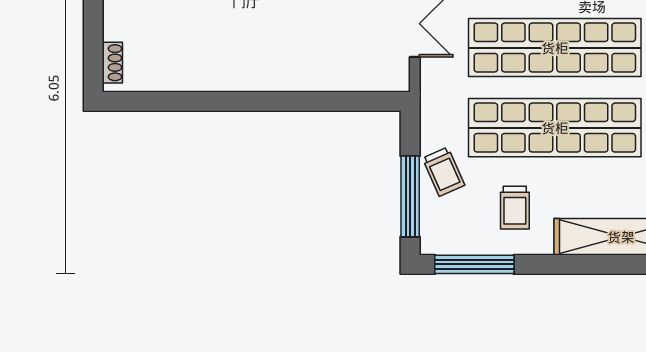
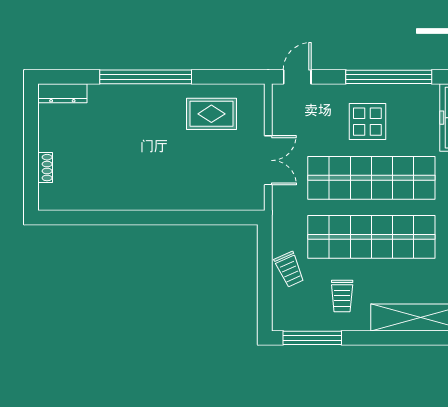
shoe rack: (112, 63) -> (45, 168), moved
window: (410, 196) -> (265, 288), removed

